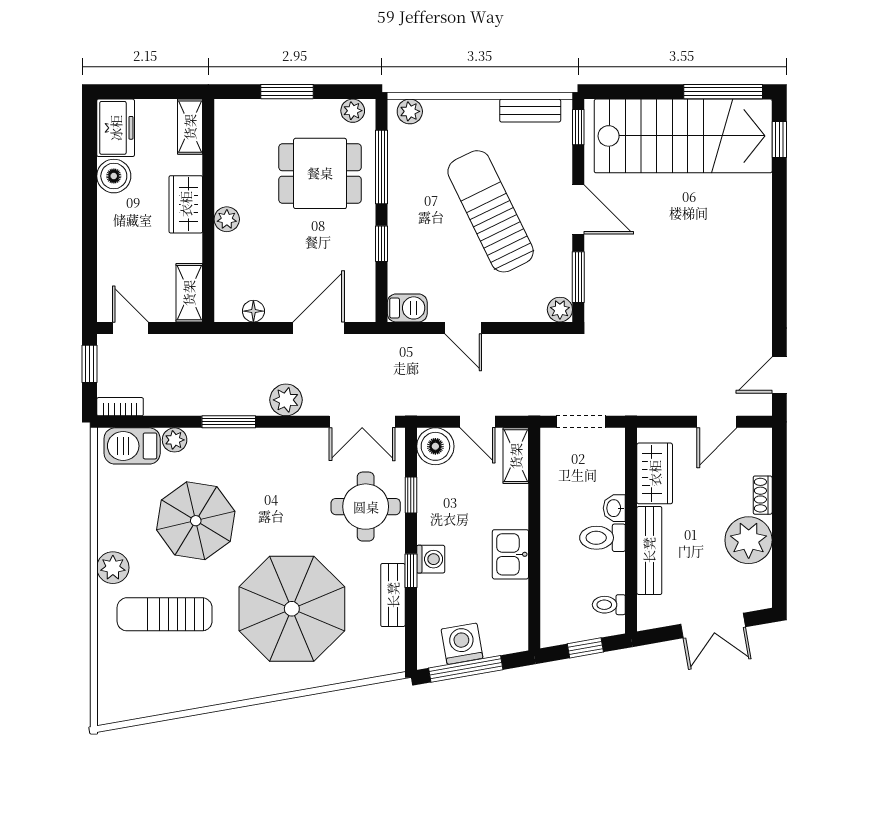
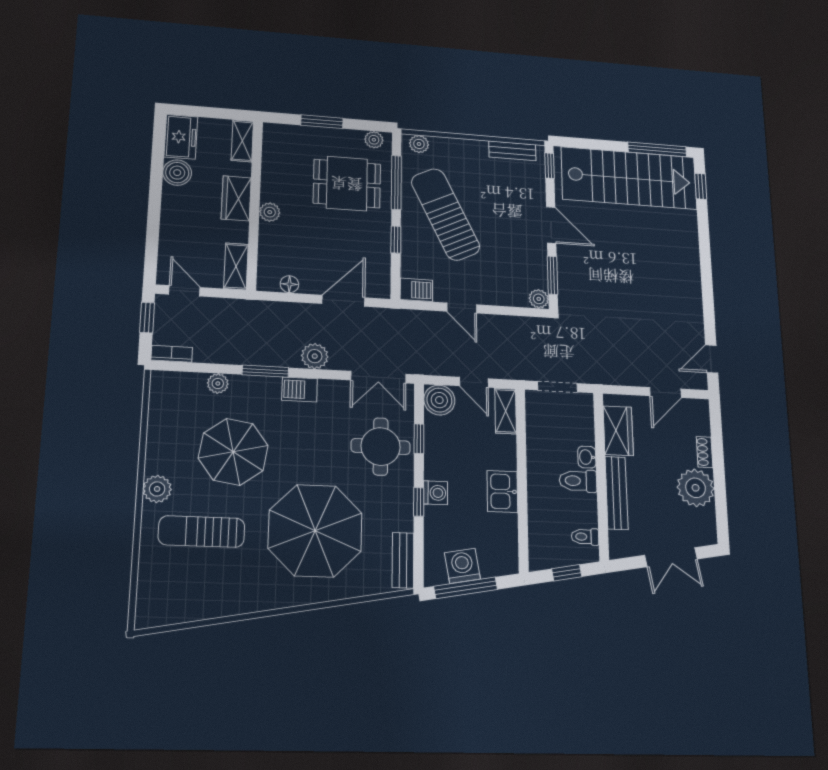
sun lounger: (491, 211) -> (445, 214), moved
barbecue: (132, 446) -> (300, 390), moved, width x0.73, depth x0.79
bench: (393, 595) -> (403, 560), moved

